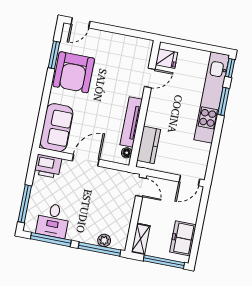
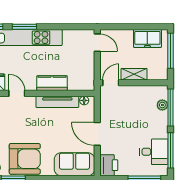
kitchen counter: (149, 145) -> (52, 83), moved
shelving: (141, 239) -> (134, 74), moved

